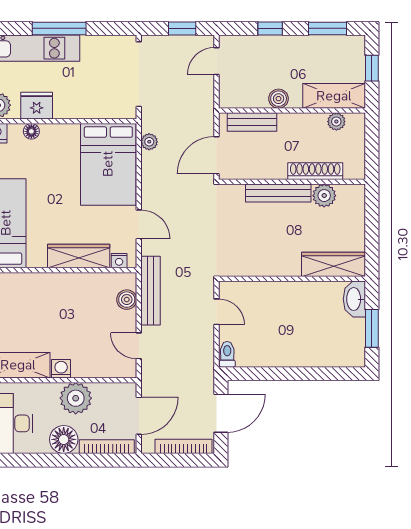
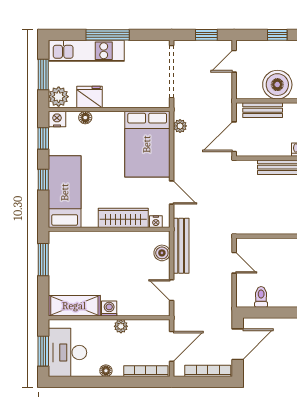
boiler: (279, 99) -> (277, 85), width x1.86, depth x1.86
toilet: (227, 354) -> (261, 297), moved
plant: (76, 398) -> (121, 326), width x0.53, depth x0.53
floor lamp: (64, 439) -> (106, 371), width x0.53, depth x0.53

